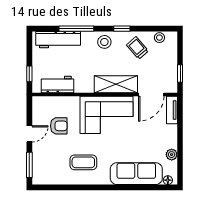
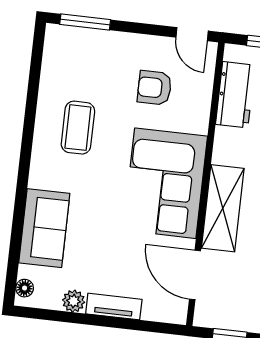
tv unit: (172, 110) -> (114, 307), moved
armchair: (59, 126) -> (154, 88), turned 90
door: (29, 134) -> (192, 34), moved
sofa: (136, 174) -> (44, 228), width x0.73

